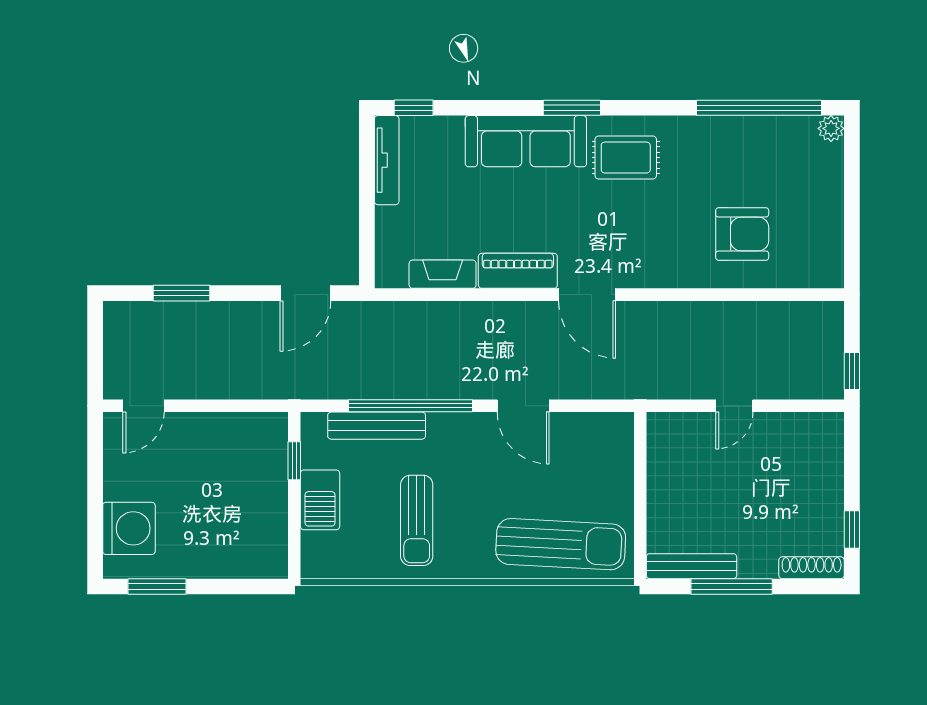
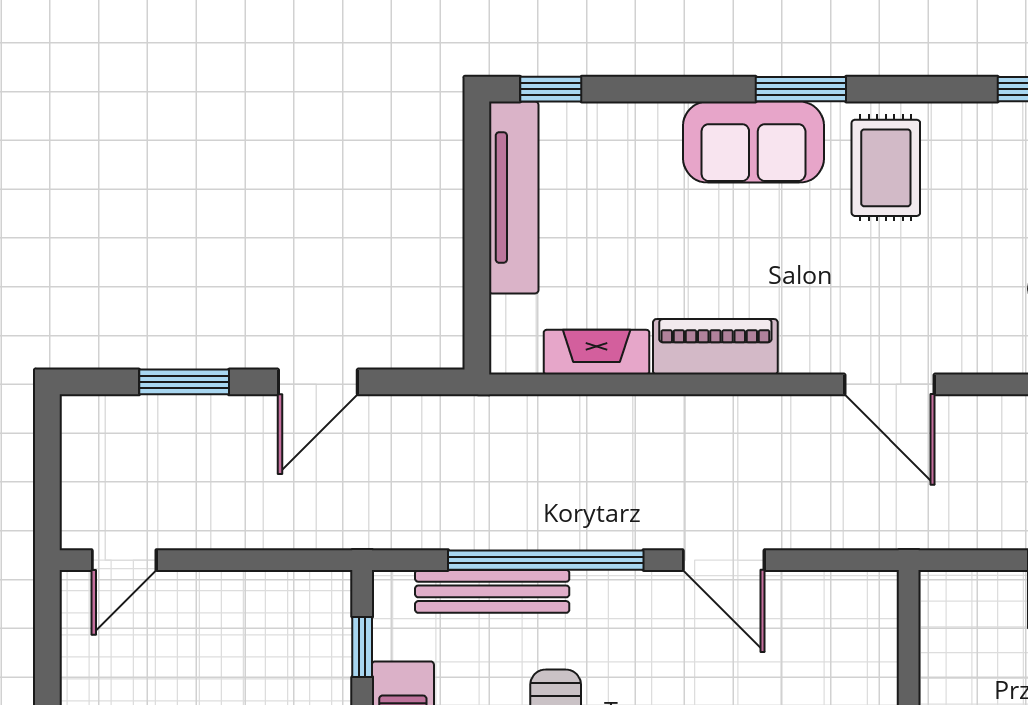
sofa: (526, 141) -> (753, 142), width x0.73
rug: (626, 158) -> (886, 168), turned 90
tv unit: (387, 160) -> (514, 197), width x1.36, depth x1.29
door: (305, 293) -> (318, 382), moved
door: (587, 295) -> (890, 384), moved

